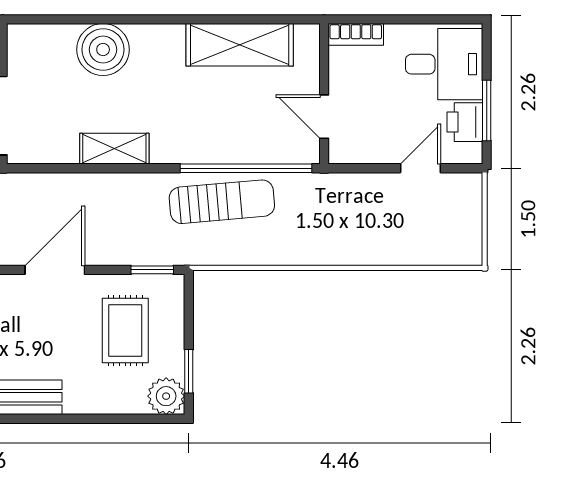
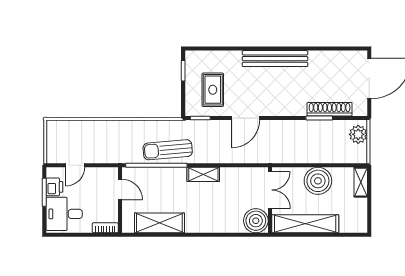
boiler: (103, 50) -> (256, 221), moved
shelving: (114, 149) -> (203, 174), moved
plant: (166, 396) -> (194, 59), removed

